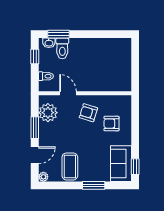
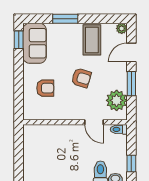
toilet: (46, 76) -> (119, 129), moved
armchair: (88, 113) -> (81, 78), moved

